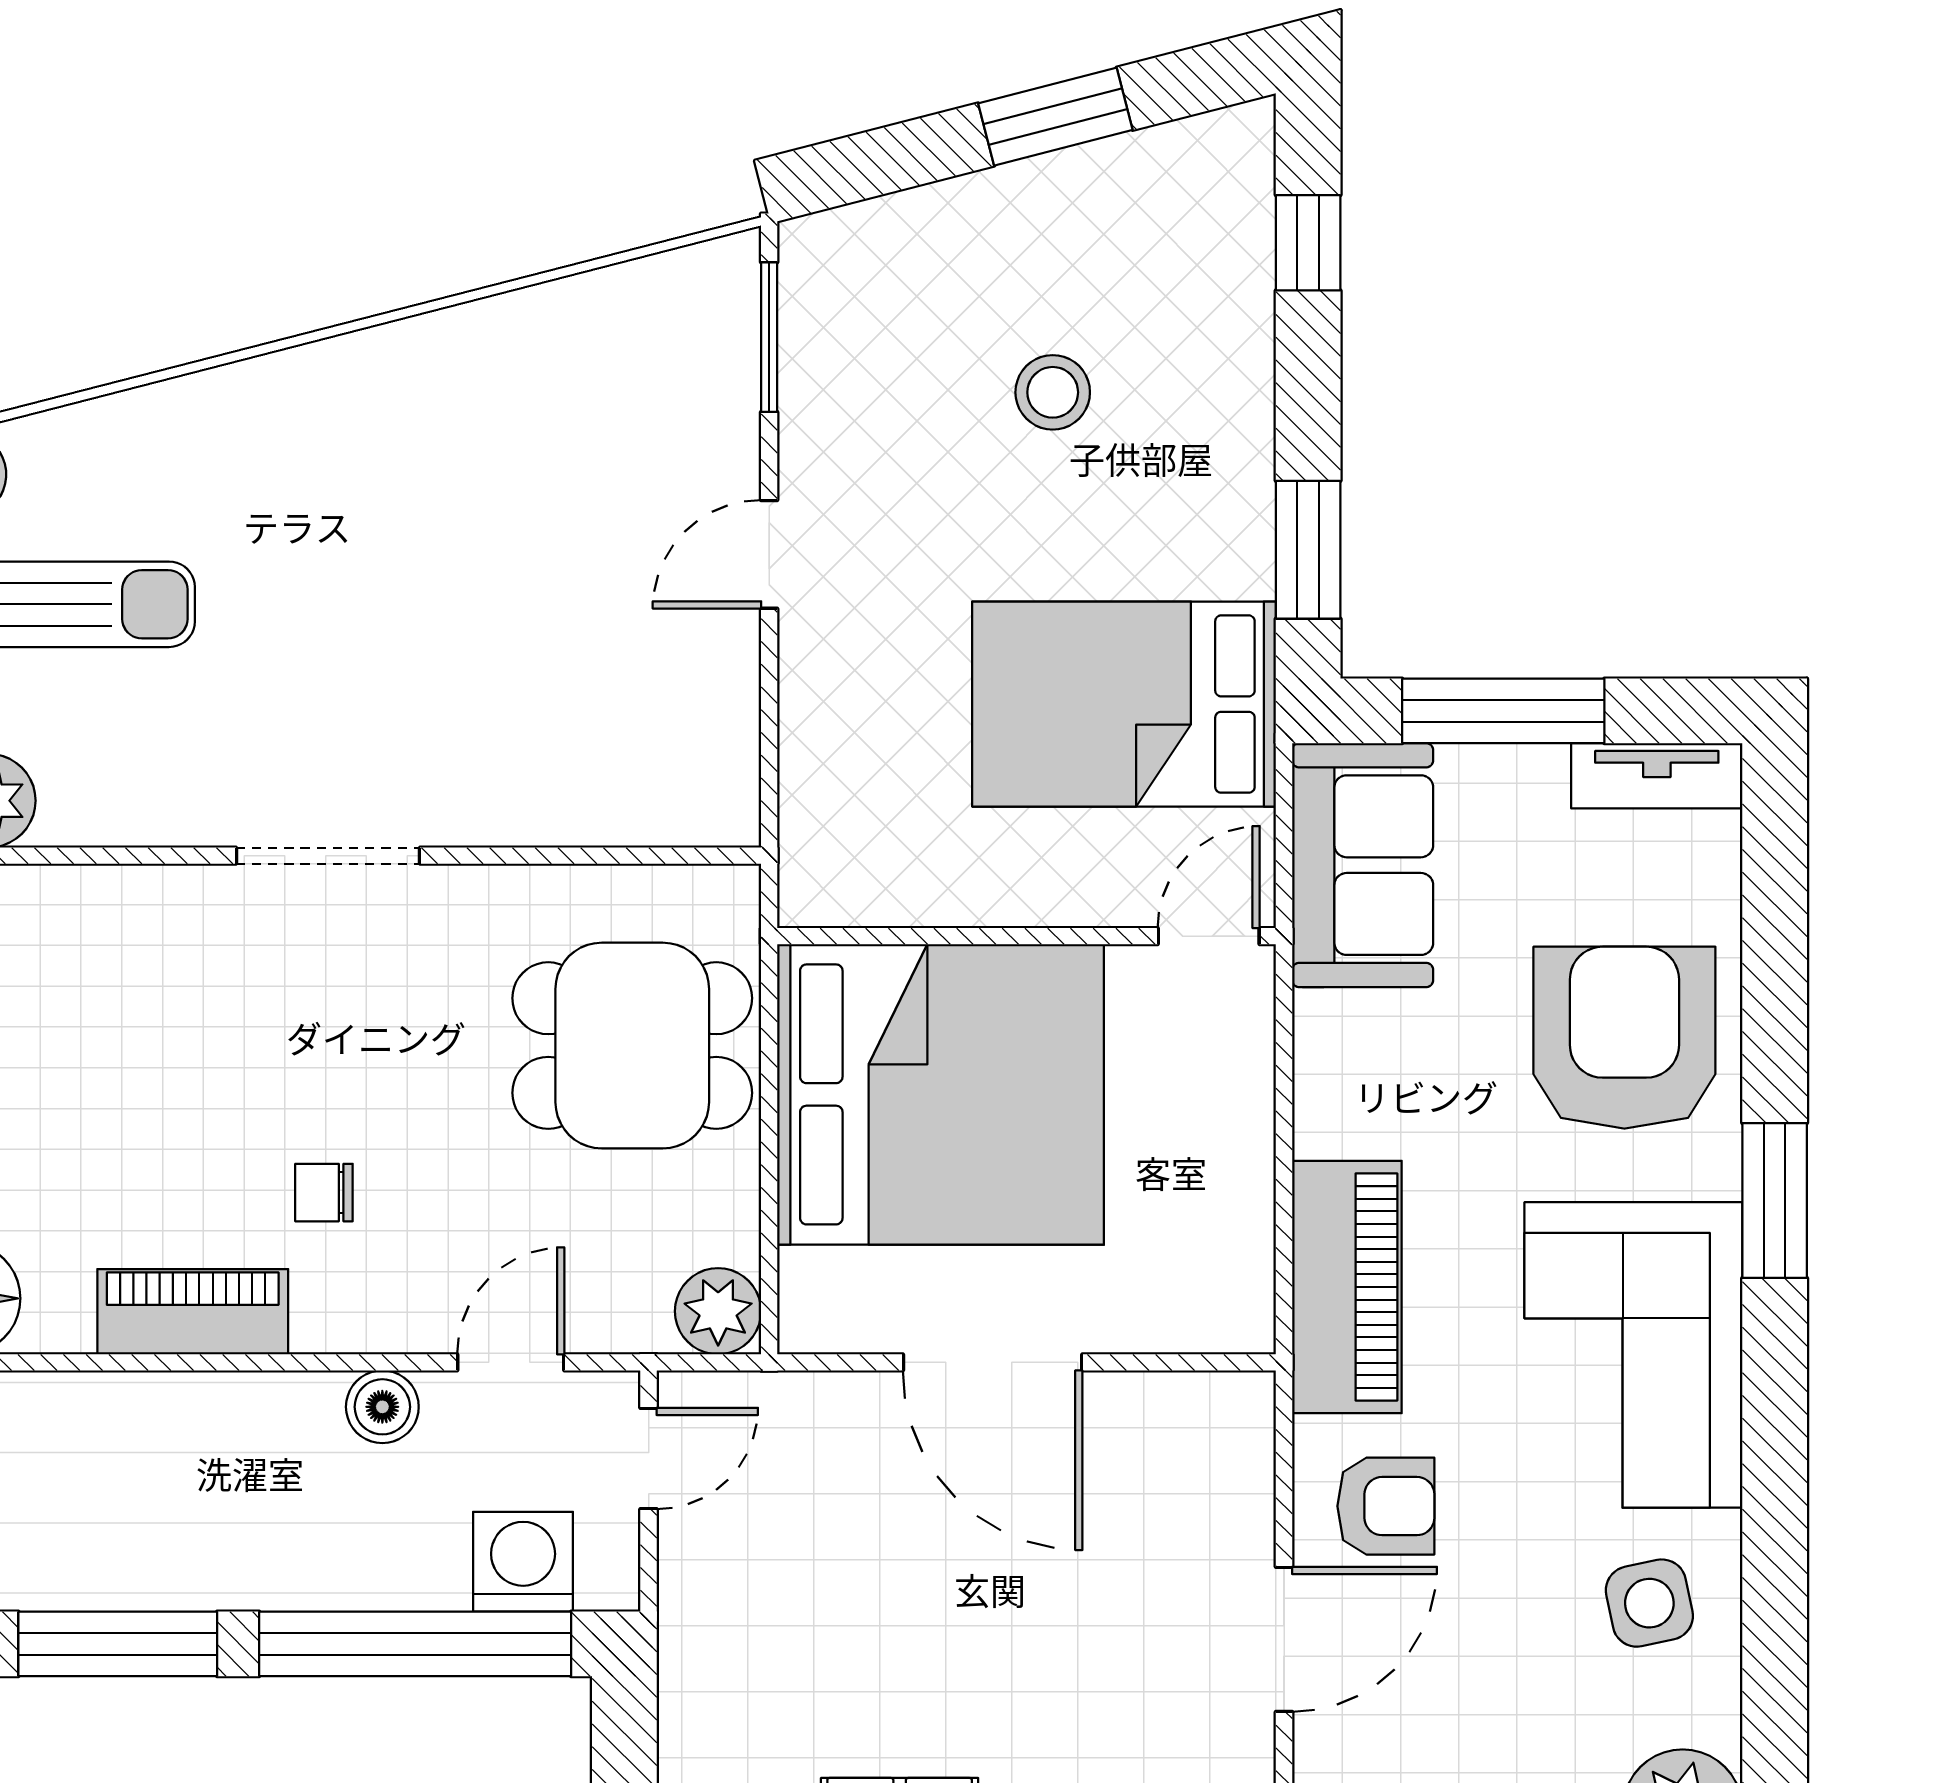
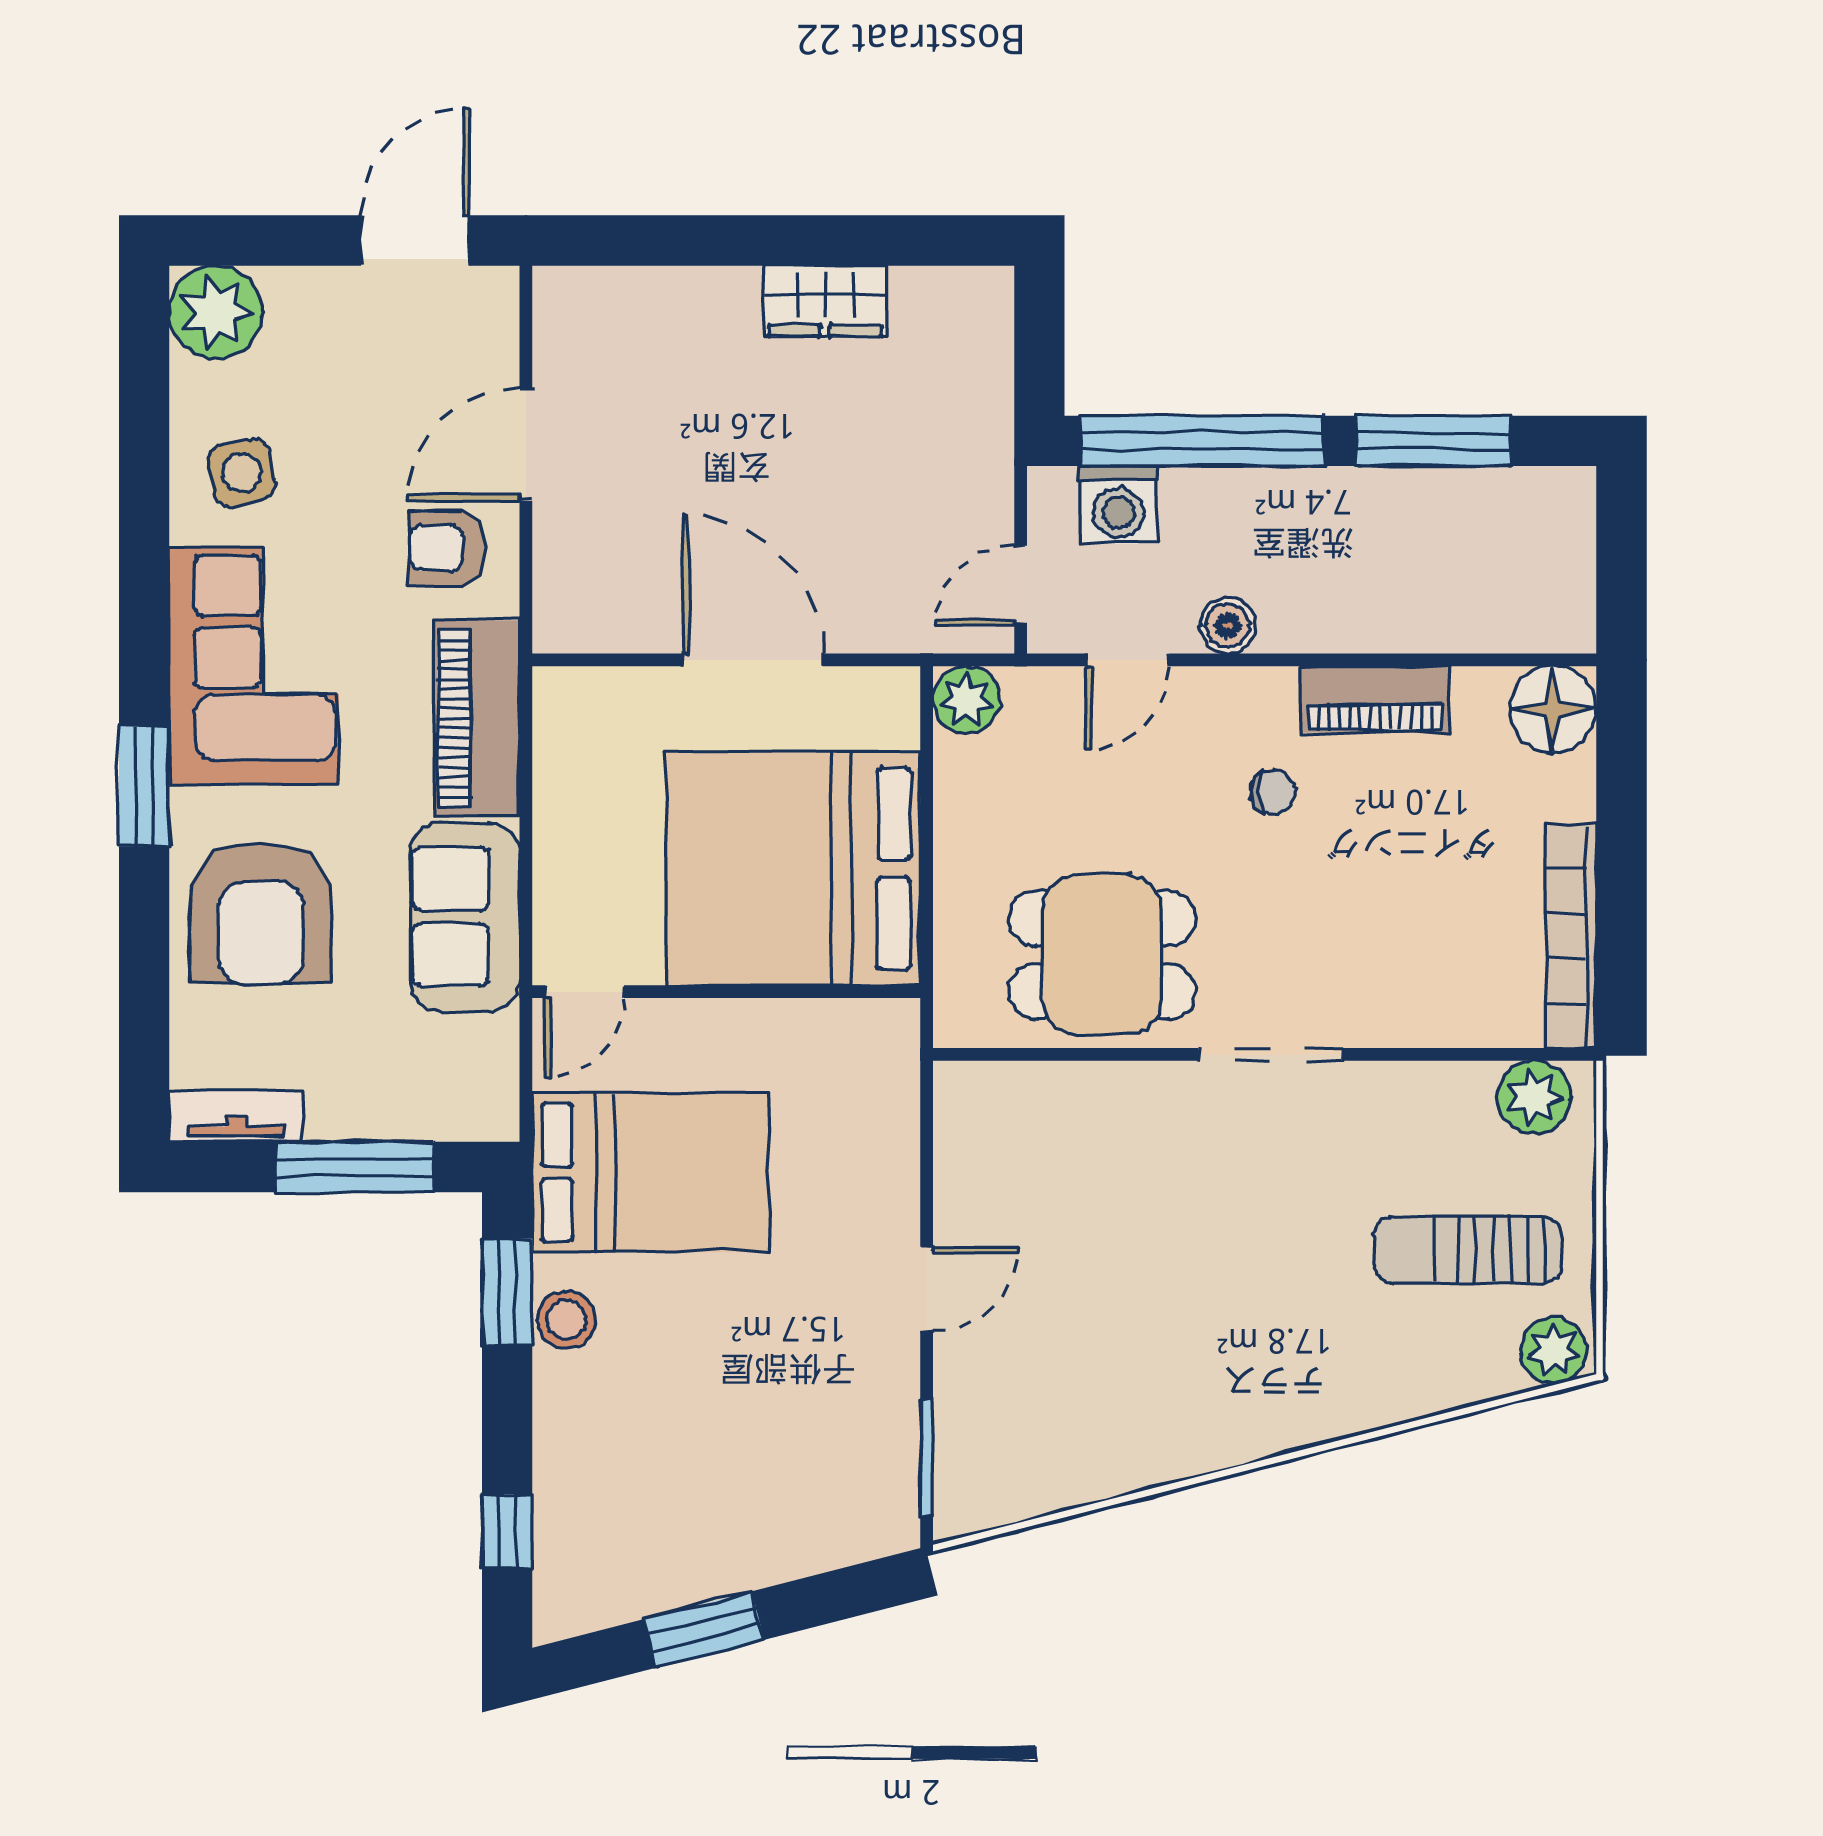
stool: (1053, 392) -> (567, 1320), moved
sofa: (1363, 865) -> (465, 917), moved
dining table: (632, 1046) -> (1102, 955), moved

